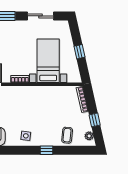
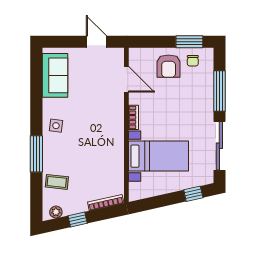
sliding door: (41, 16) -> (219, 146), width x1.37
window: (79, 52) -> (193, 194), moved
window: (47, 150) -> (36, 154), width x2.17

